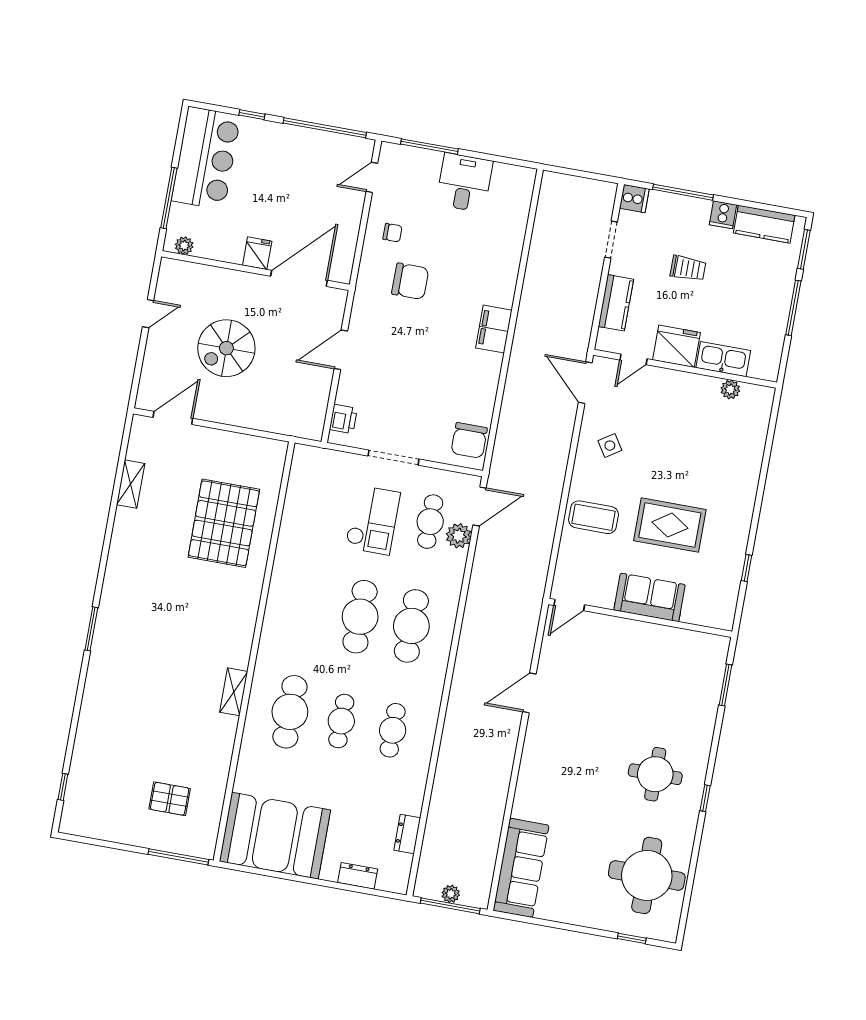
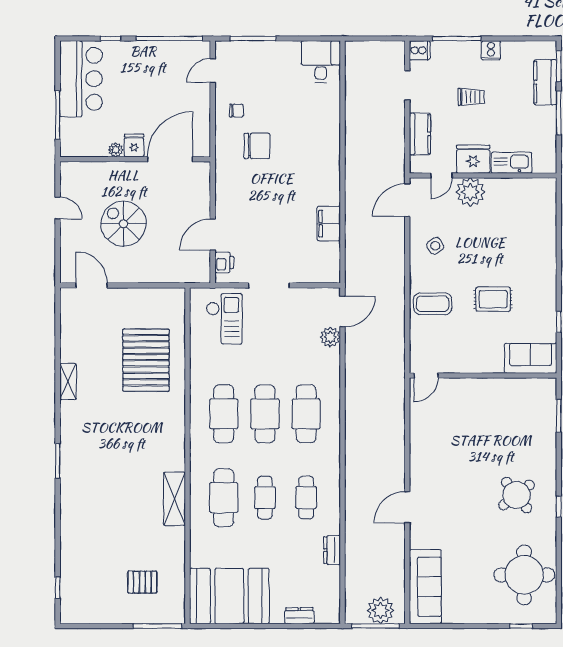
desk: (464, 183) -> (321, 62), moved
kitchen counter: (764, 224) -> (545, 82), moved, turned 90
plant: (184, 246) -> (116, 150), moved
door: (148, 314) -> (58, 208), hinge flipped
filing cabinet: (494, 329) -> (329, 224), moved
spiral stairs: (226, 348) -> (123, 224), turned 90
door: (341, 350) -> (213, 235), moved
door: (585, 383) -> (407, 200), hinge flipped
plant: (730, 389) -> (470, 192), moved, width x1.87, depth x1.87
door: (173, 418) -> (92, 285), hinge flipped
chair: (469, 440) -> (325, 261), removed
shelving: (131, 484) -> (68, 381), moved
checkout: (373, 520) -> (224, 319), moved
cafe table: (430, 522) -> (224, 414), moved, width x1.37, depth x1.35
rug: (670, 525) -> (493, 299), width x0.73, depth x0.70
sofa: (650, 597) -> (531, 358), moved
shelving: (234, 692) -> (175, 499), width x1.50, depth x1.33
door: (529, 693) -> (407, 507), moved
round table: (655, 774) -> (517, 495), turned -38
dresser: (407, 834) -> (332, 550), moved
plant: (451, 894) -> (380, 610), width x1.87, depth x1.87

